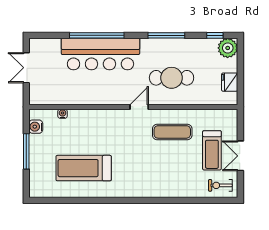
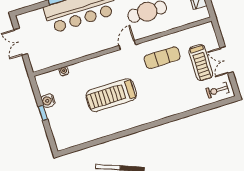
water cooler: (36, 127) -> (48, 101), moved
window: (26, 151) -> (43, 113), width x0.46
treadmill: (84, 168) -> (111, 95), moved

